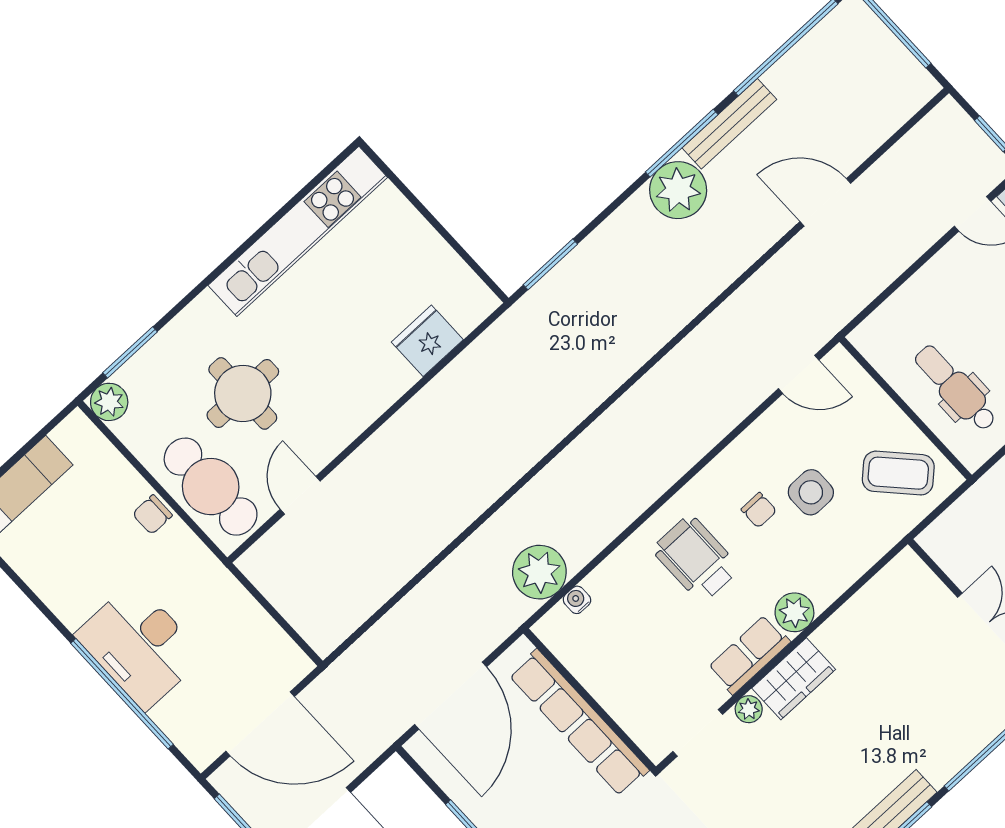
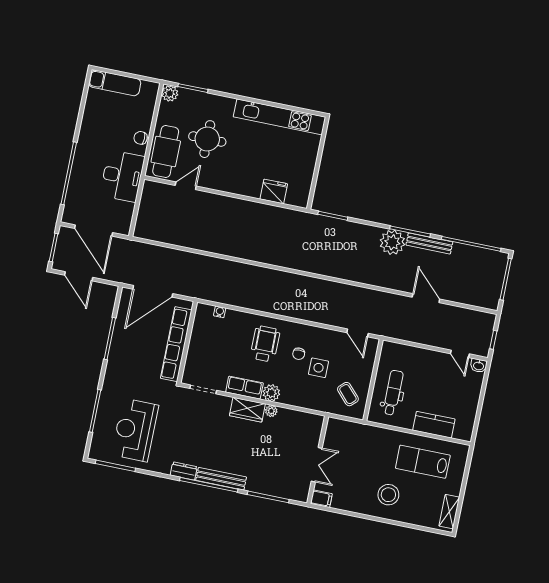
coffee table: (898, 473) -> (348, 394), width x0.73, depth x0.77
plant: (539, 572) -> (220, 291), removed
desk: (140, 646) -> (122, 176), moved, turned 180
plant: (749, 709) -> (271, 411), moved

